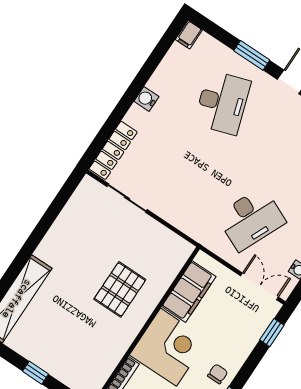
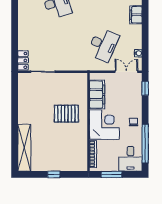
water cooler: (146, 99) -> (23, 23), removed
locker: (113, 150) -> (23, 60), width x0.66
pallet: (120, 289) -> (66, 114), turned 90

